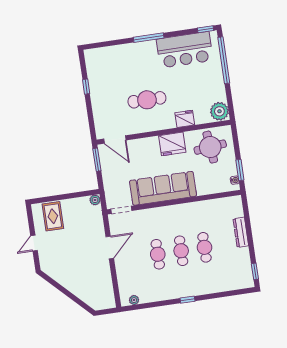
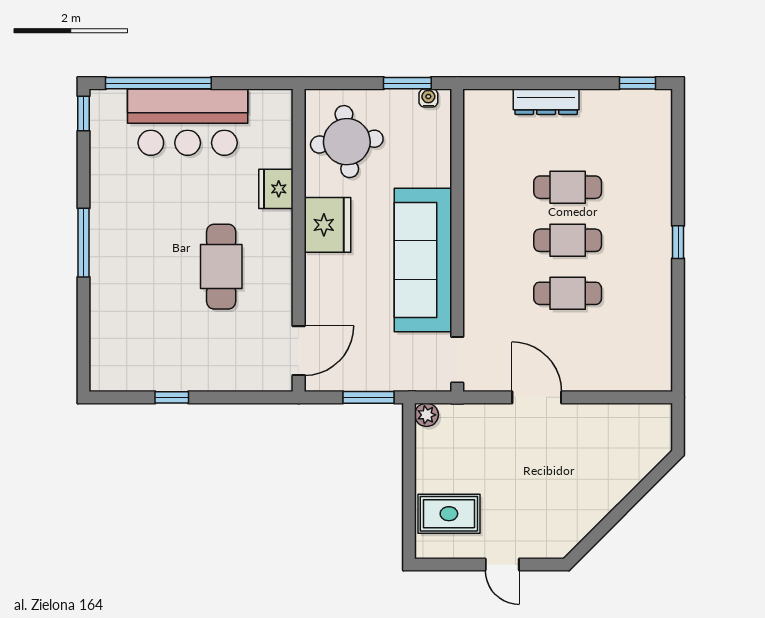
bar counter: (185, 50) -> (188, 122), moved, turned 90
plant: (219, 111) -> (270, 109), removed
window: (97, 160) -> (368, 397), moved
plant: (134, 300) -> (661, 361), removed

